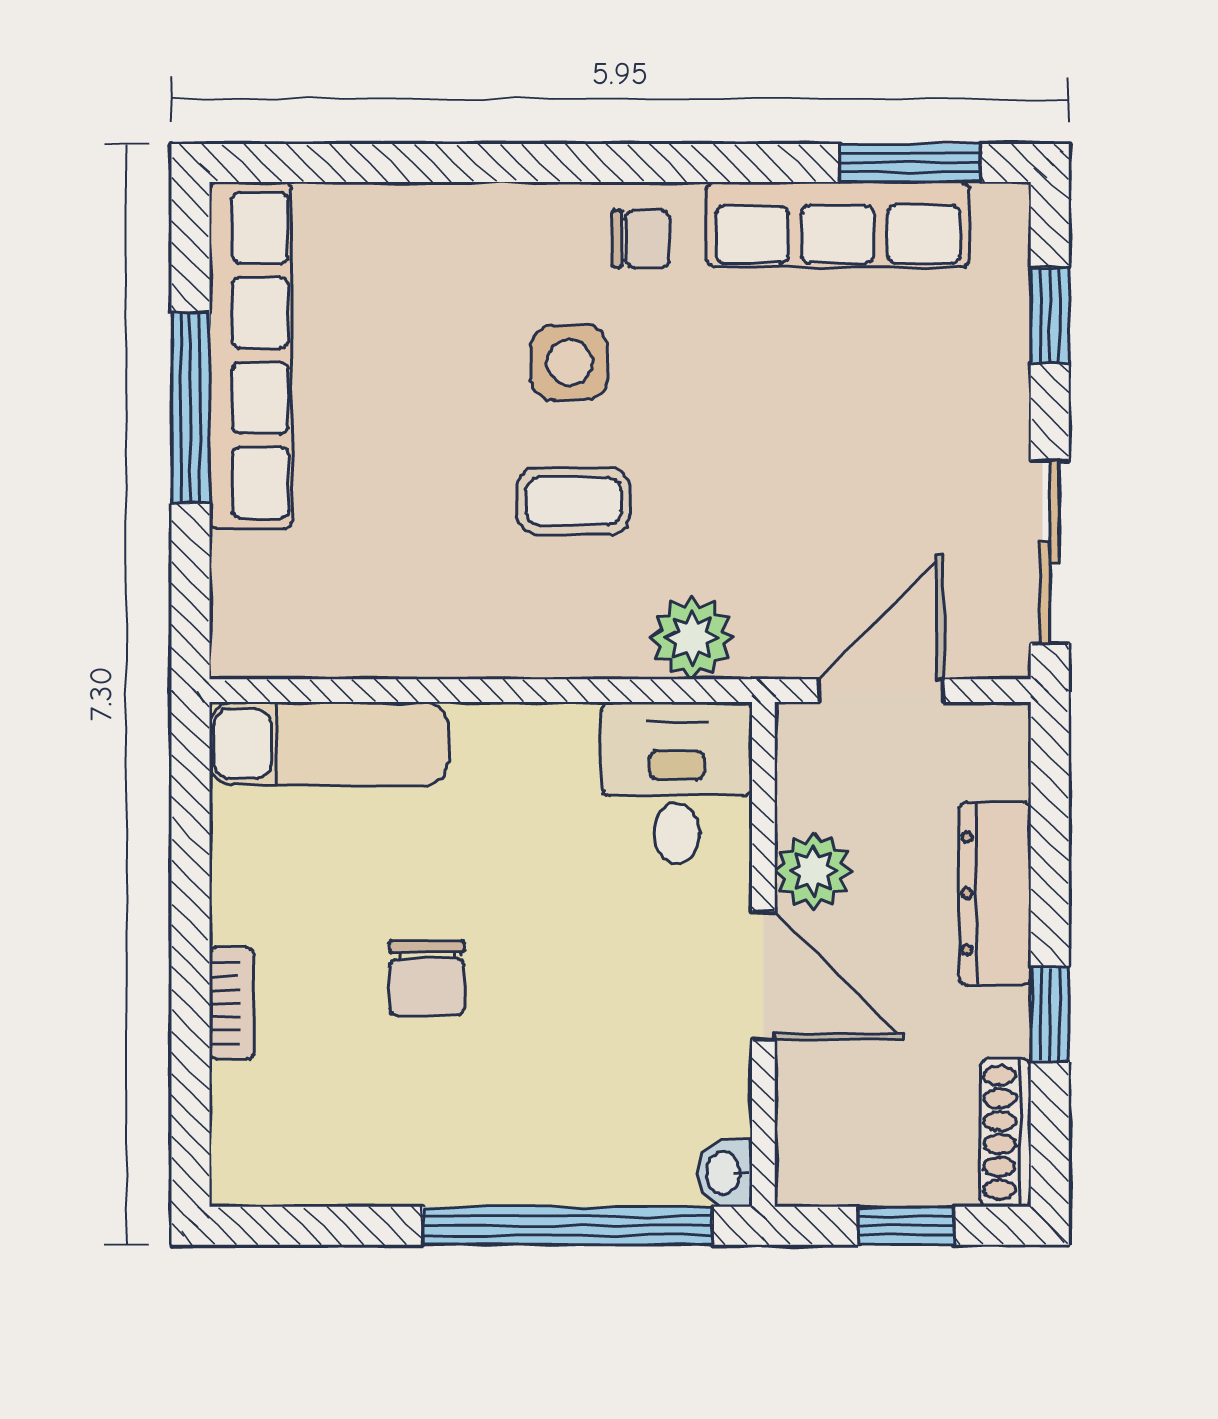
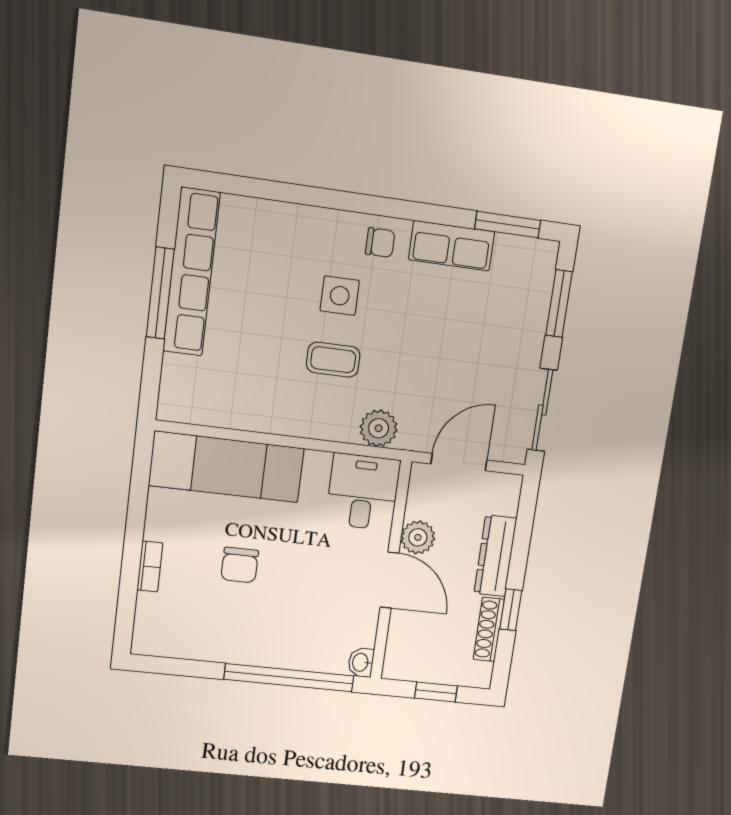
row of seats: (838, 224) -> (452, 246), width x0.68
window: (1050, 315) -> (559, 303), width x1.50
exam couch: (329, 744) -> (226, 467), width x1.36, depth x1.45
shoe rack: (1006, 1133) -> (489, 629), moved

